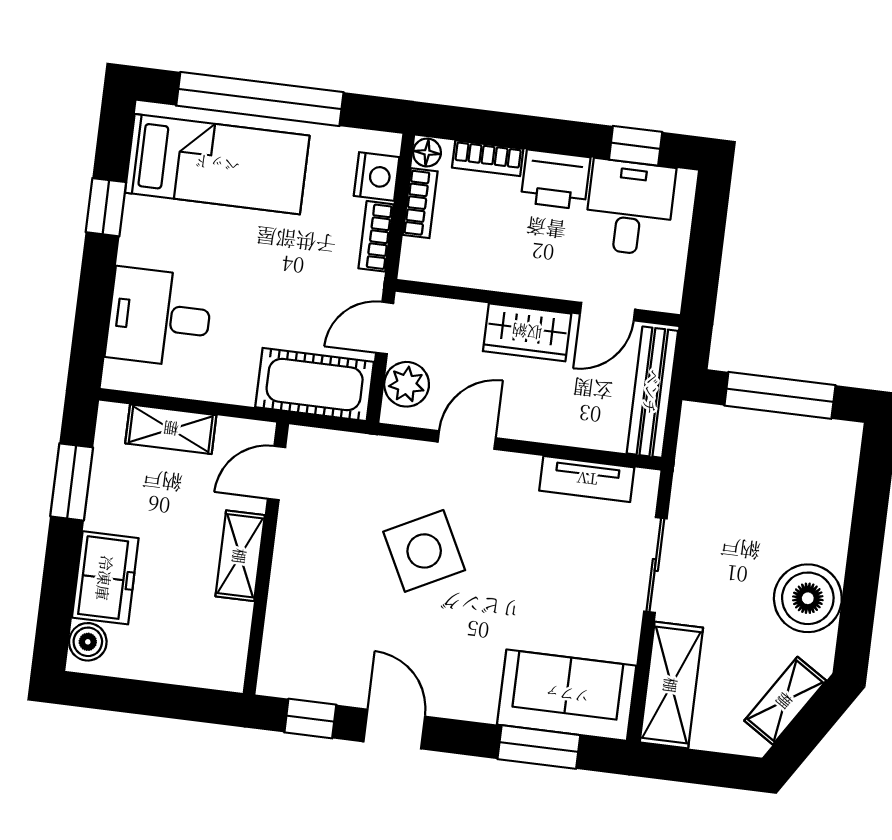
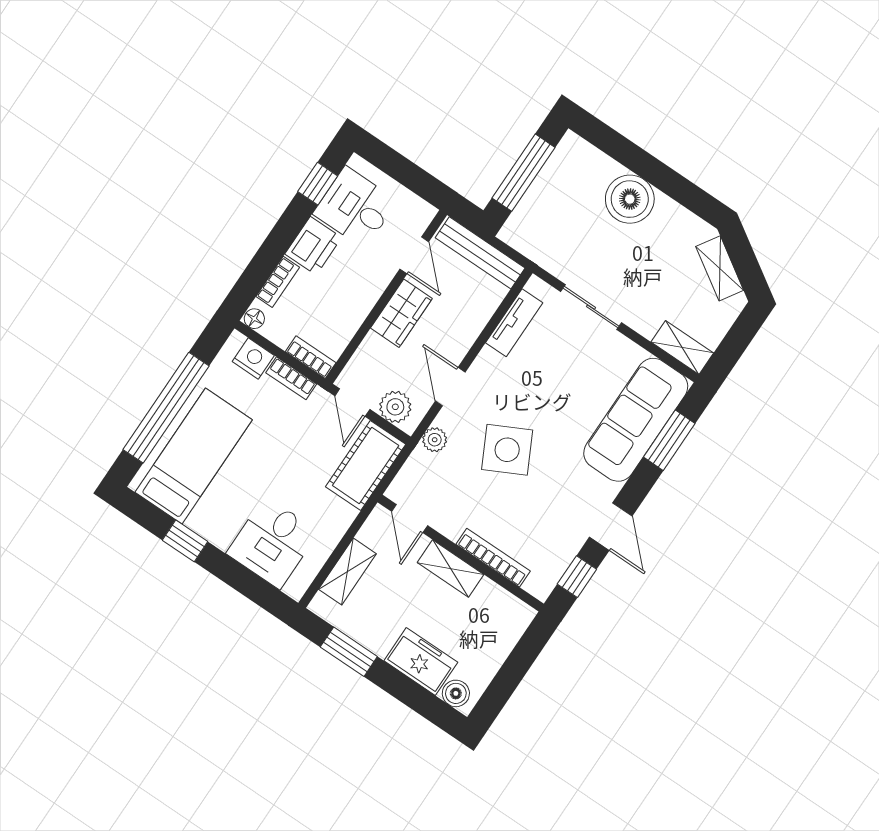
bookcase: (420, 203) -> (311, 357), moved
plant: (391, 454) -> (435, 440), added
boiler: (808, 598) -> (630, 199), moved
bookcase: (281, 602) -> (493, 558), added
shelving: (671, 685) -> (682, 348), width x0.67, depth x0.75
sofa: (567, 695) -> (636, 420), width x1.36
door: (394, 729) -> (611, 527), swing flipped

